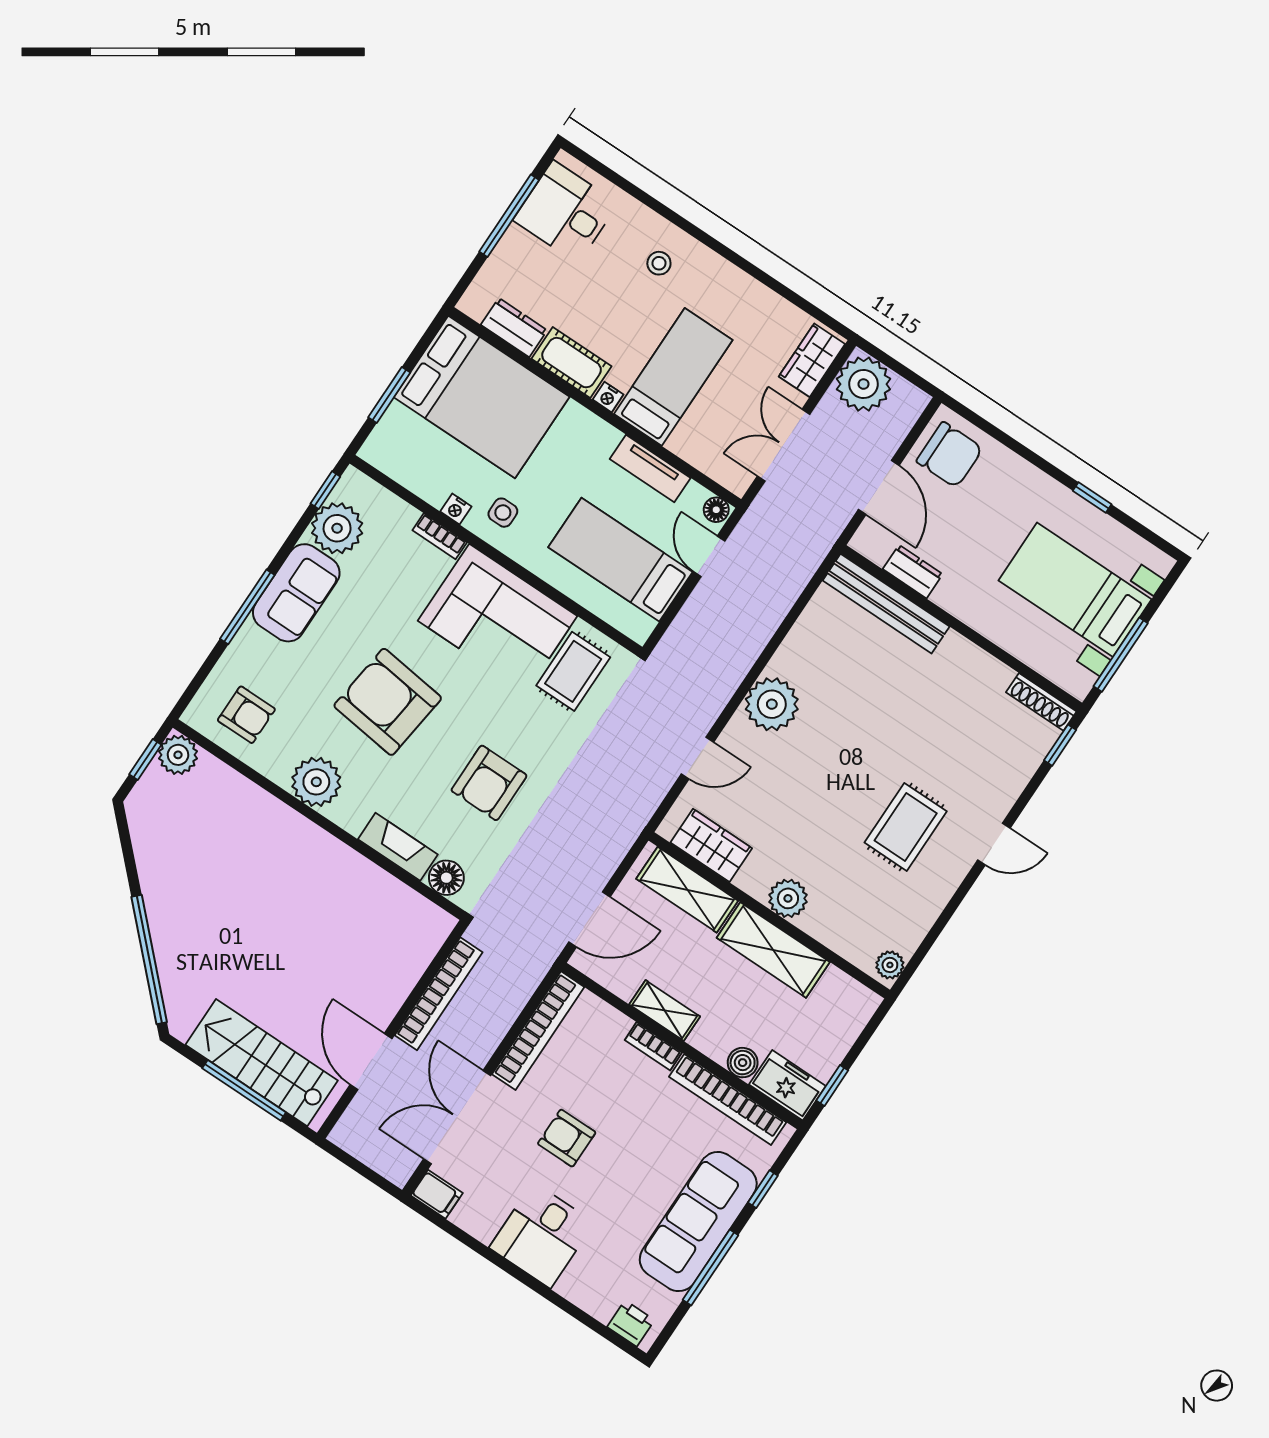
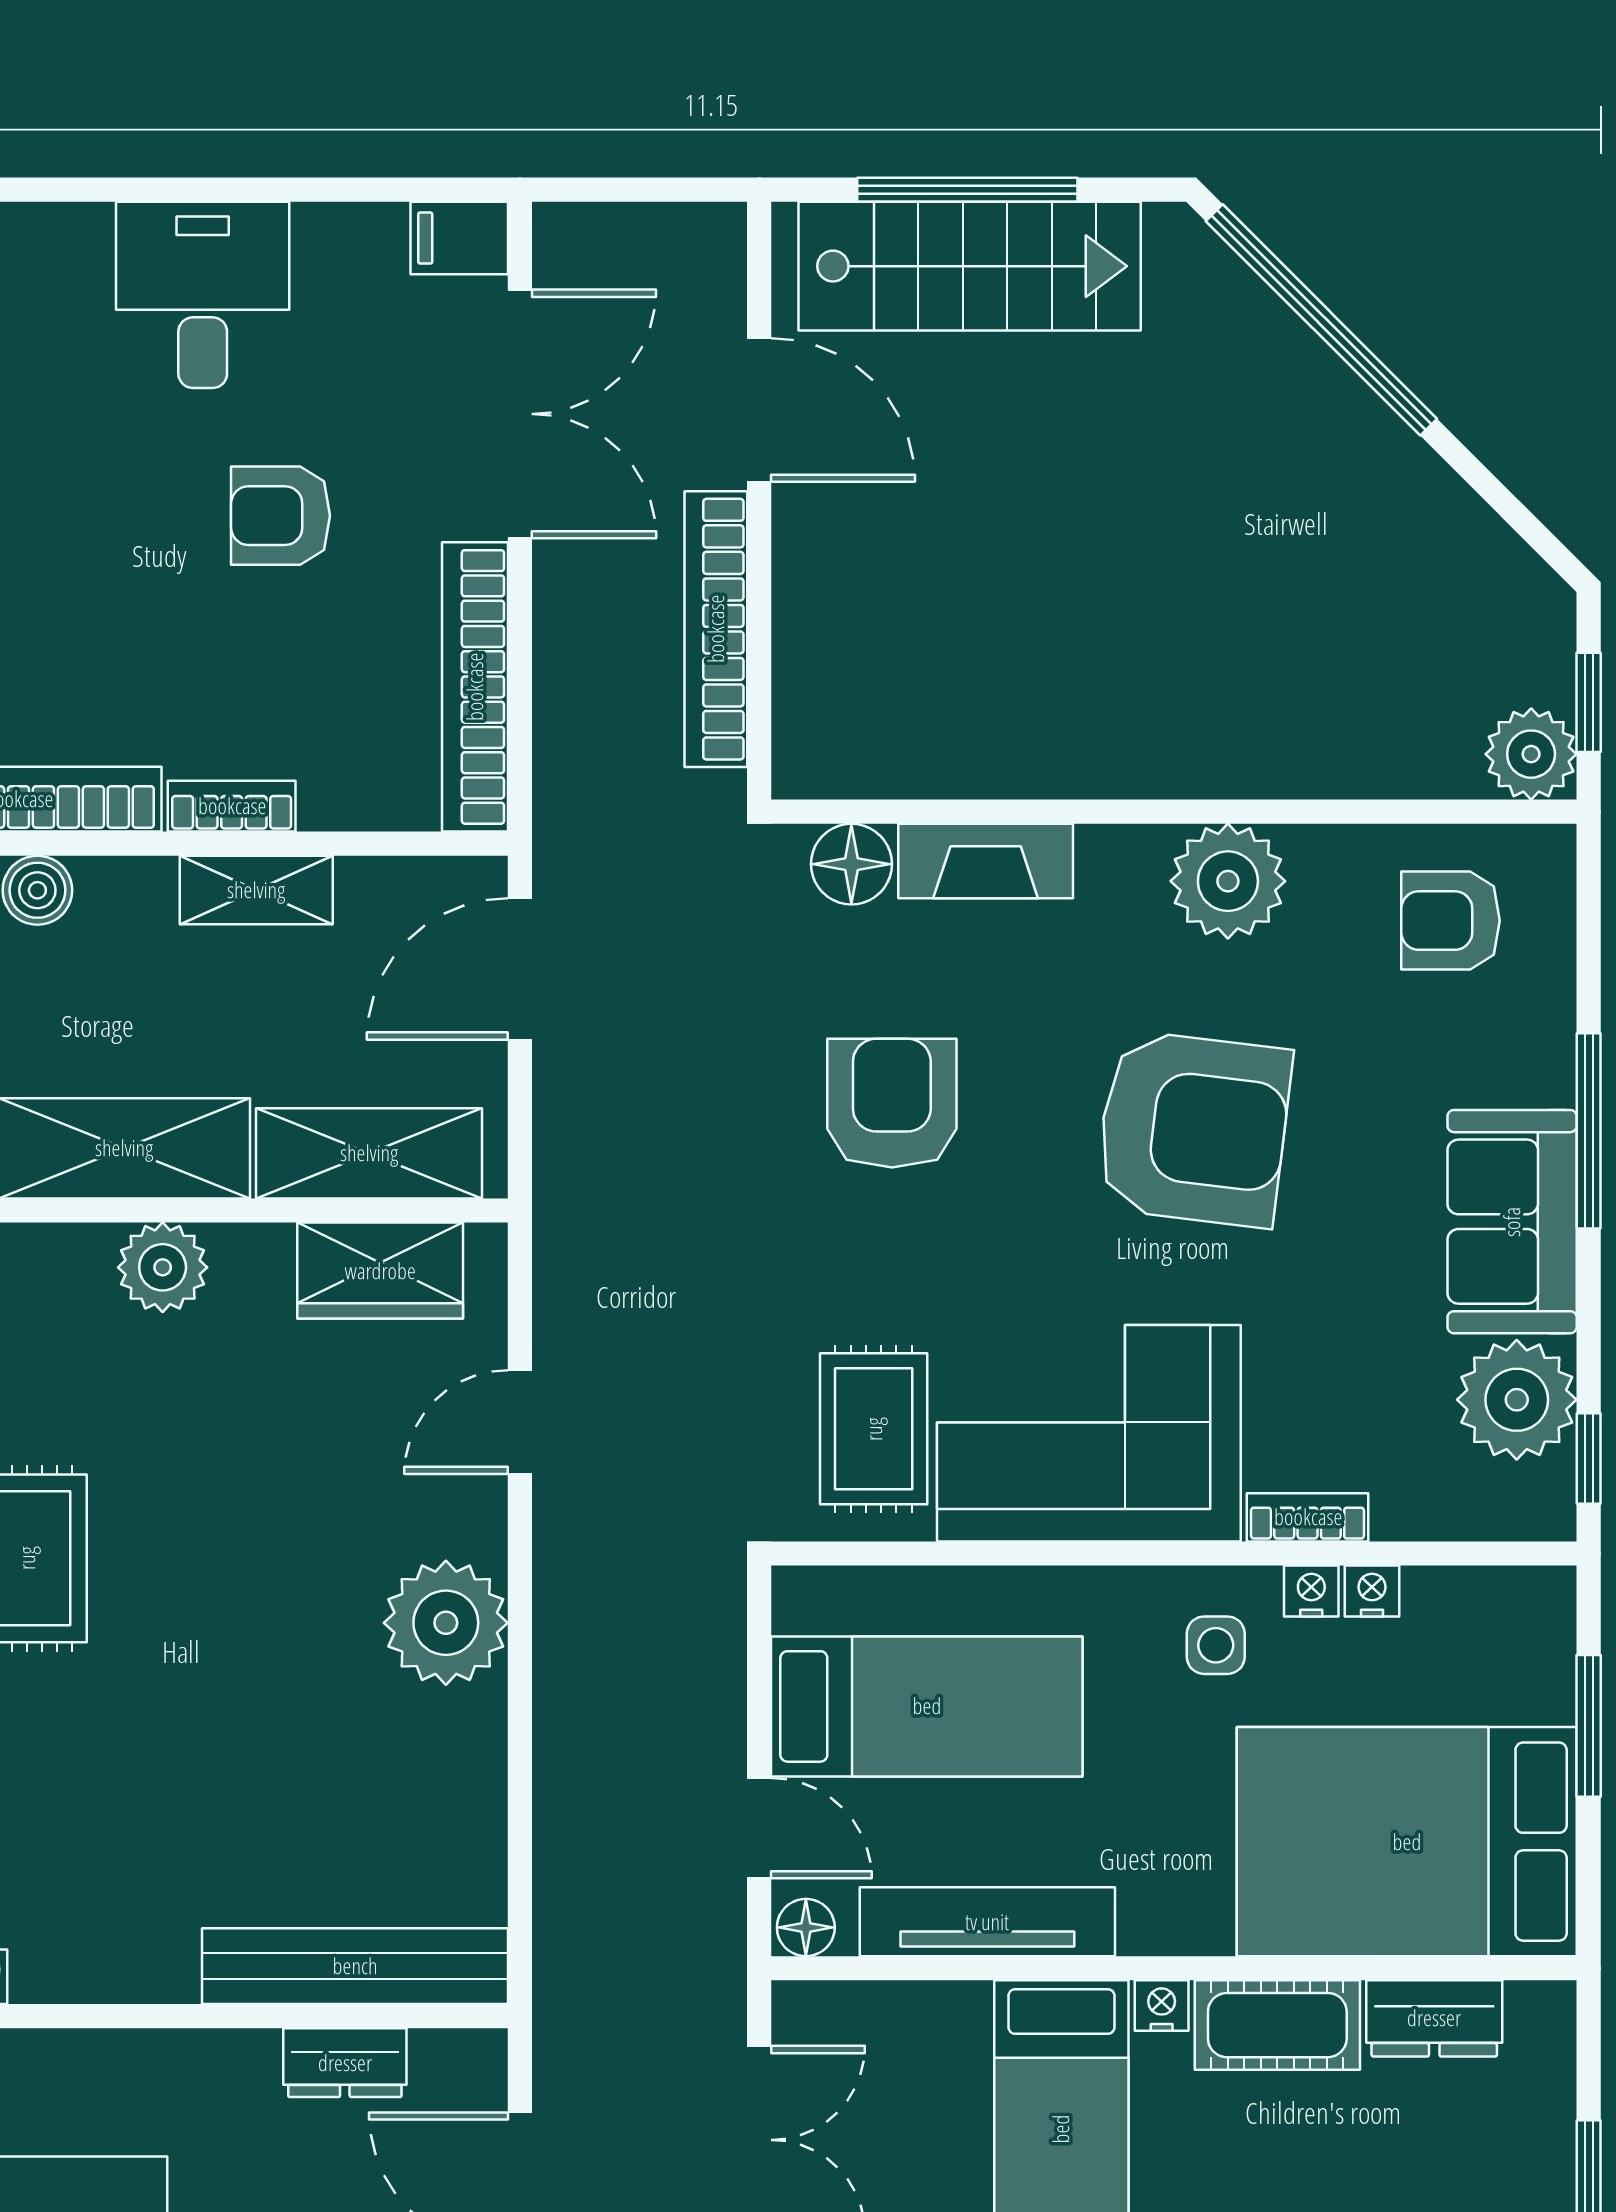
tv unit: (650, 469) -> (987, 1922), width x1.41
nightstand: (434, 495) -> (1372, 1591), added
armchair: (567, 1138) -> (280, 516), turned 180

